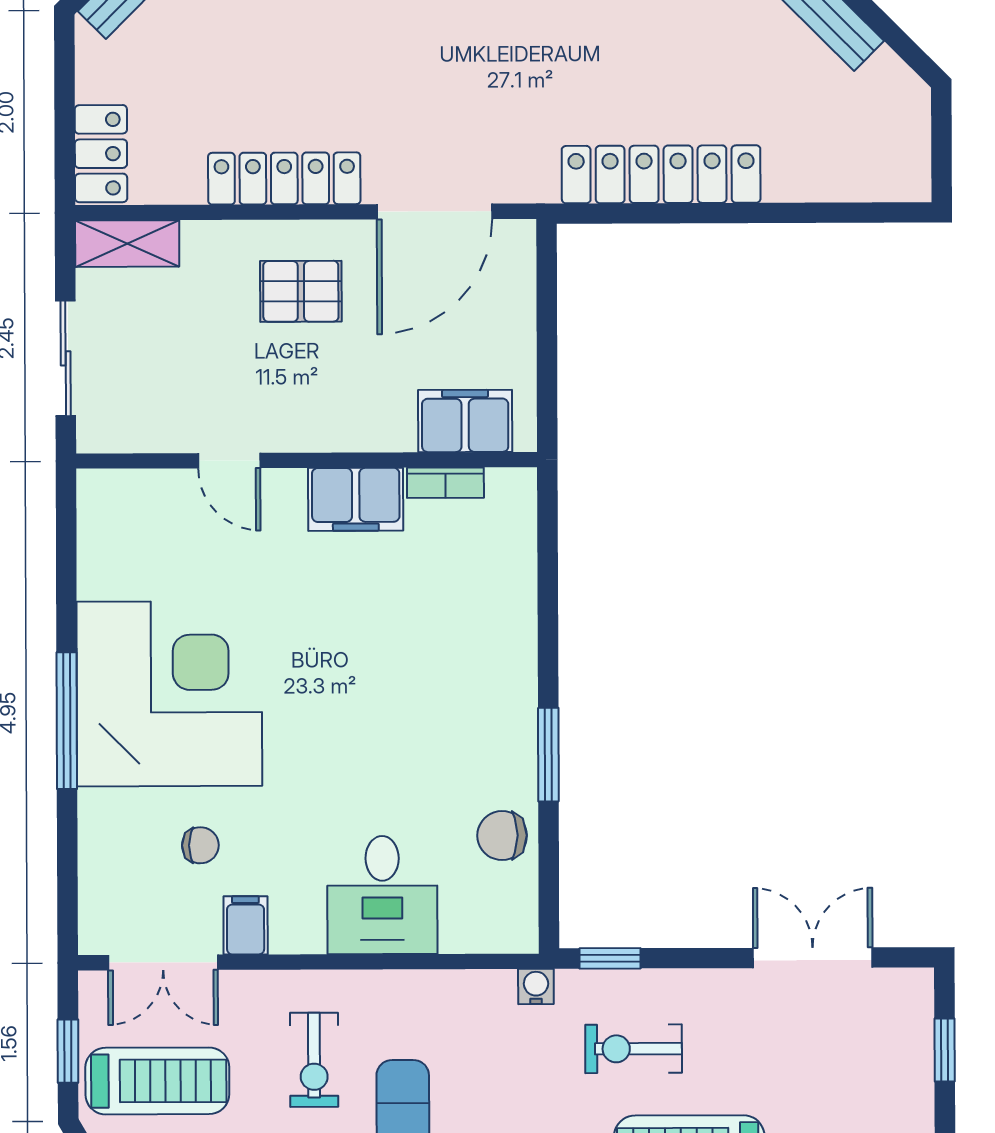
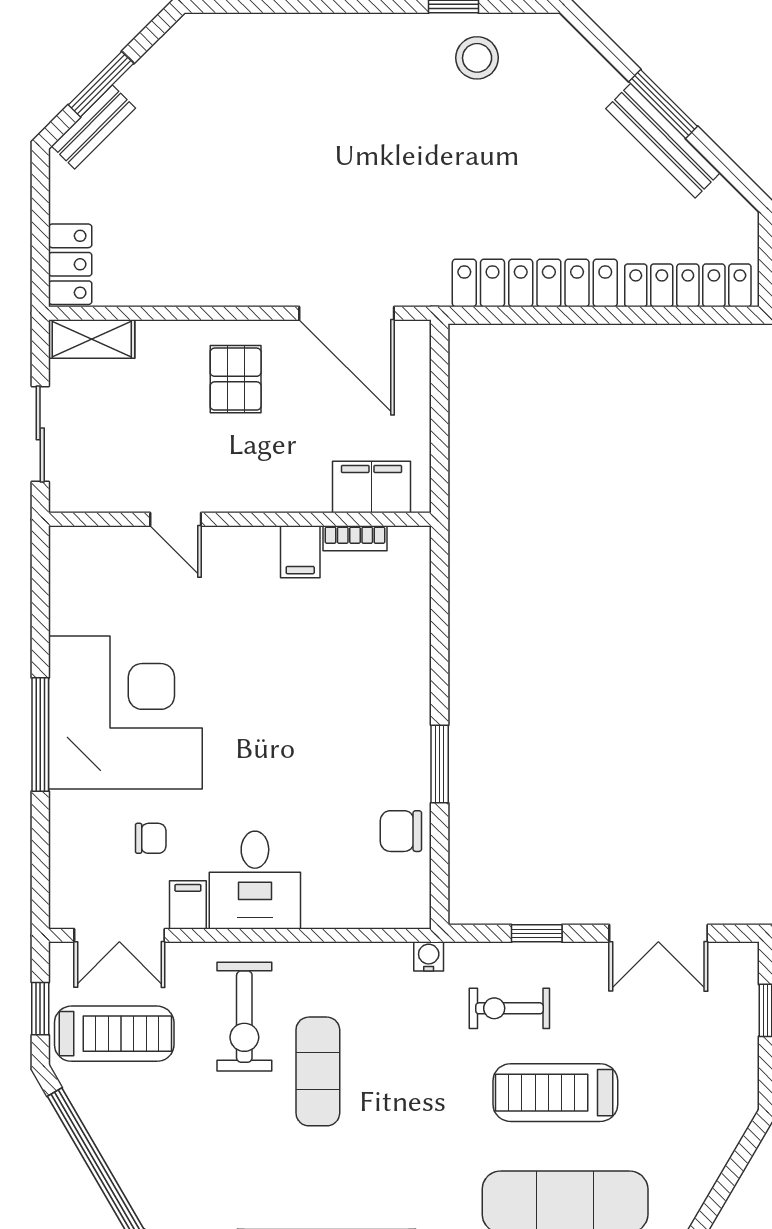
locker: (284, 178) -> (688, 285), moved
door: (434, 212) -> (347, 313), hinge flipped
pallet: (301, 291) -> (236, 379), turned 90
filing cabinet: (356, 499) -> (300, 552), width x0.50
desk: (382, 895) -> (255, 880), moved
window: (610, 958) -> (537, 933), moved
double door: (813, 958) -> (658, 933), swing flipped
exercise bike: (314, 1060) -> (244, 1017), width x1.38, depth x1.39

